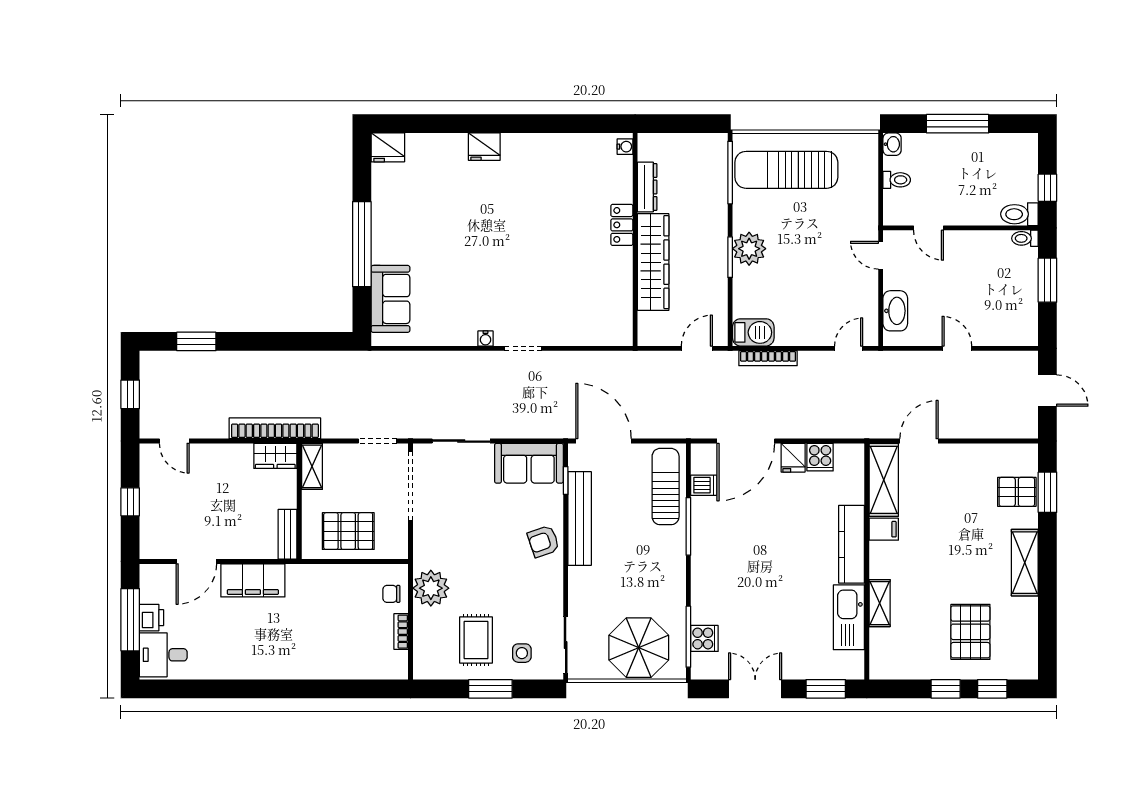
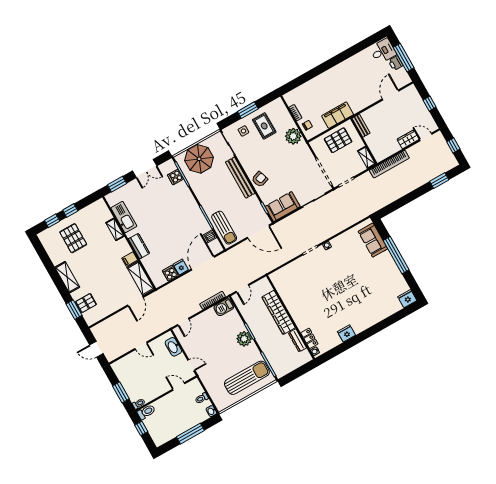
fridge: (484, 147) -> (346, 333), moved
locker: (622, 225) -> (309, 338), moved
wardrobe: (275, 456) -> (408, 139), moved
bench: (580, 519) -> (240, 178), moved
kitchen counter: (851, 544) -> (139, 246), width x0.67
filing cabinet: (253, 580) -> (338, 115), moved

